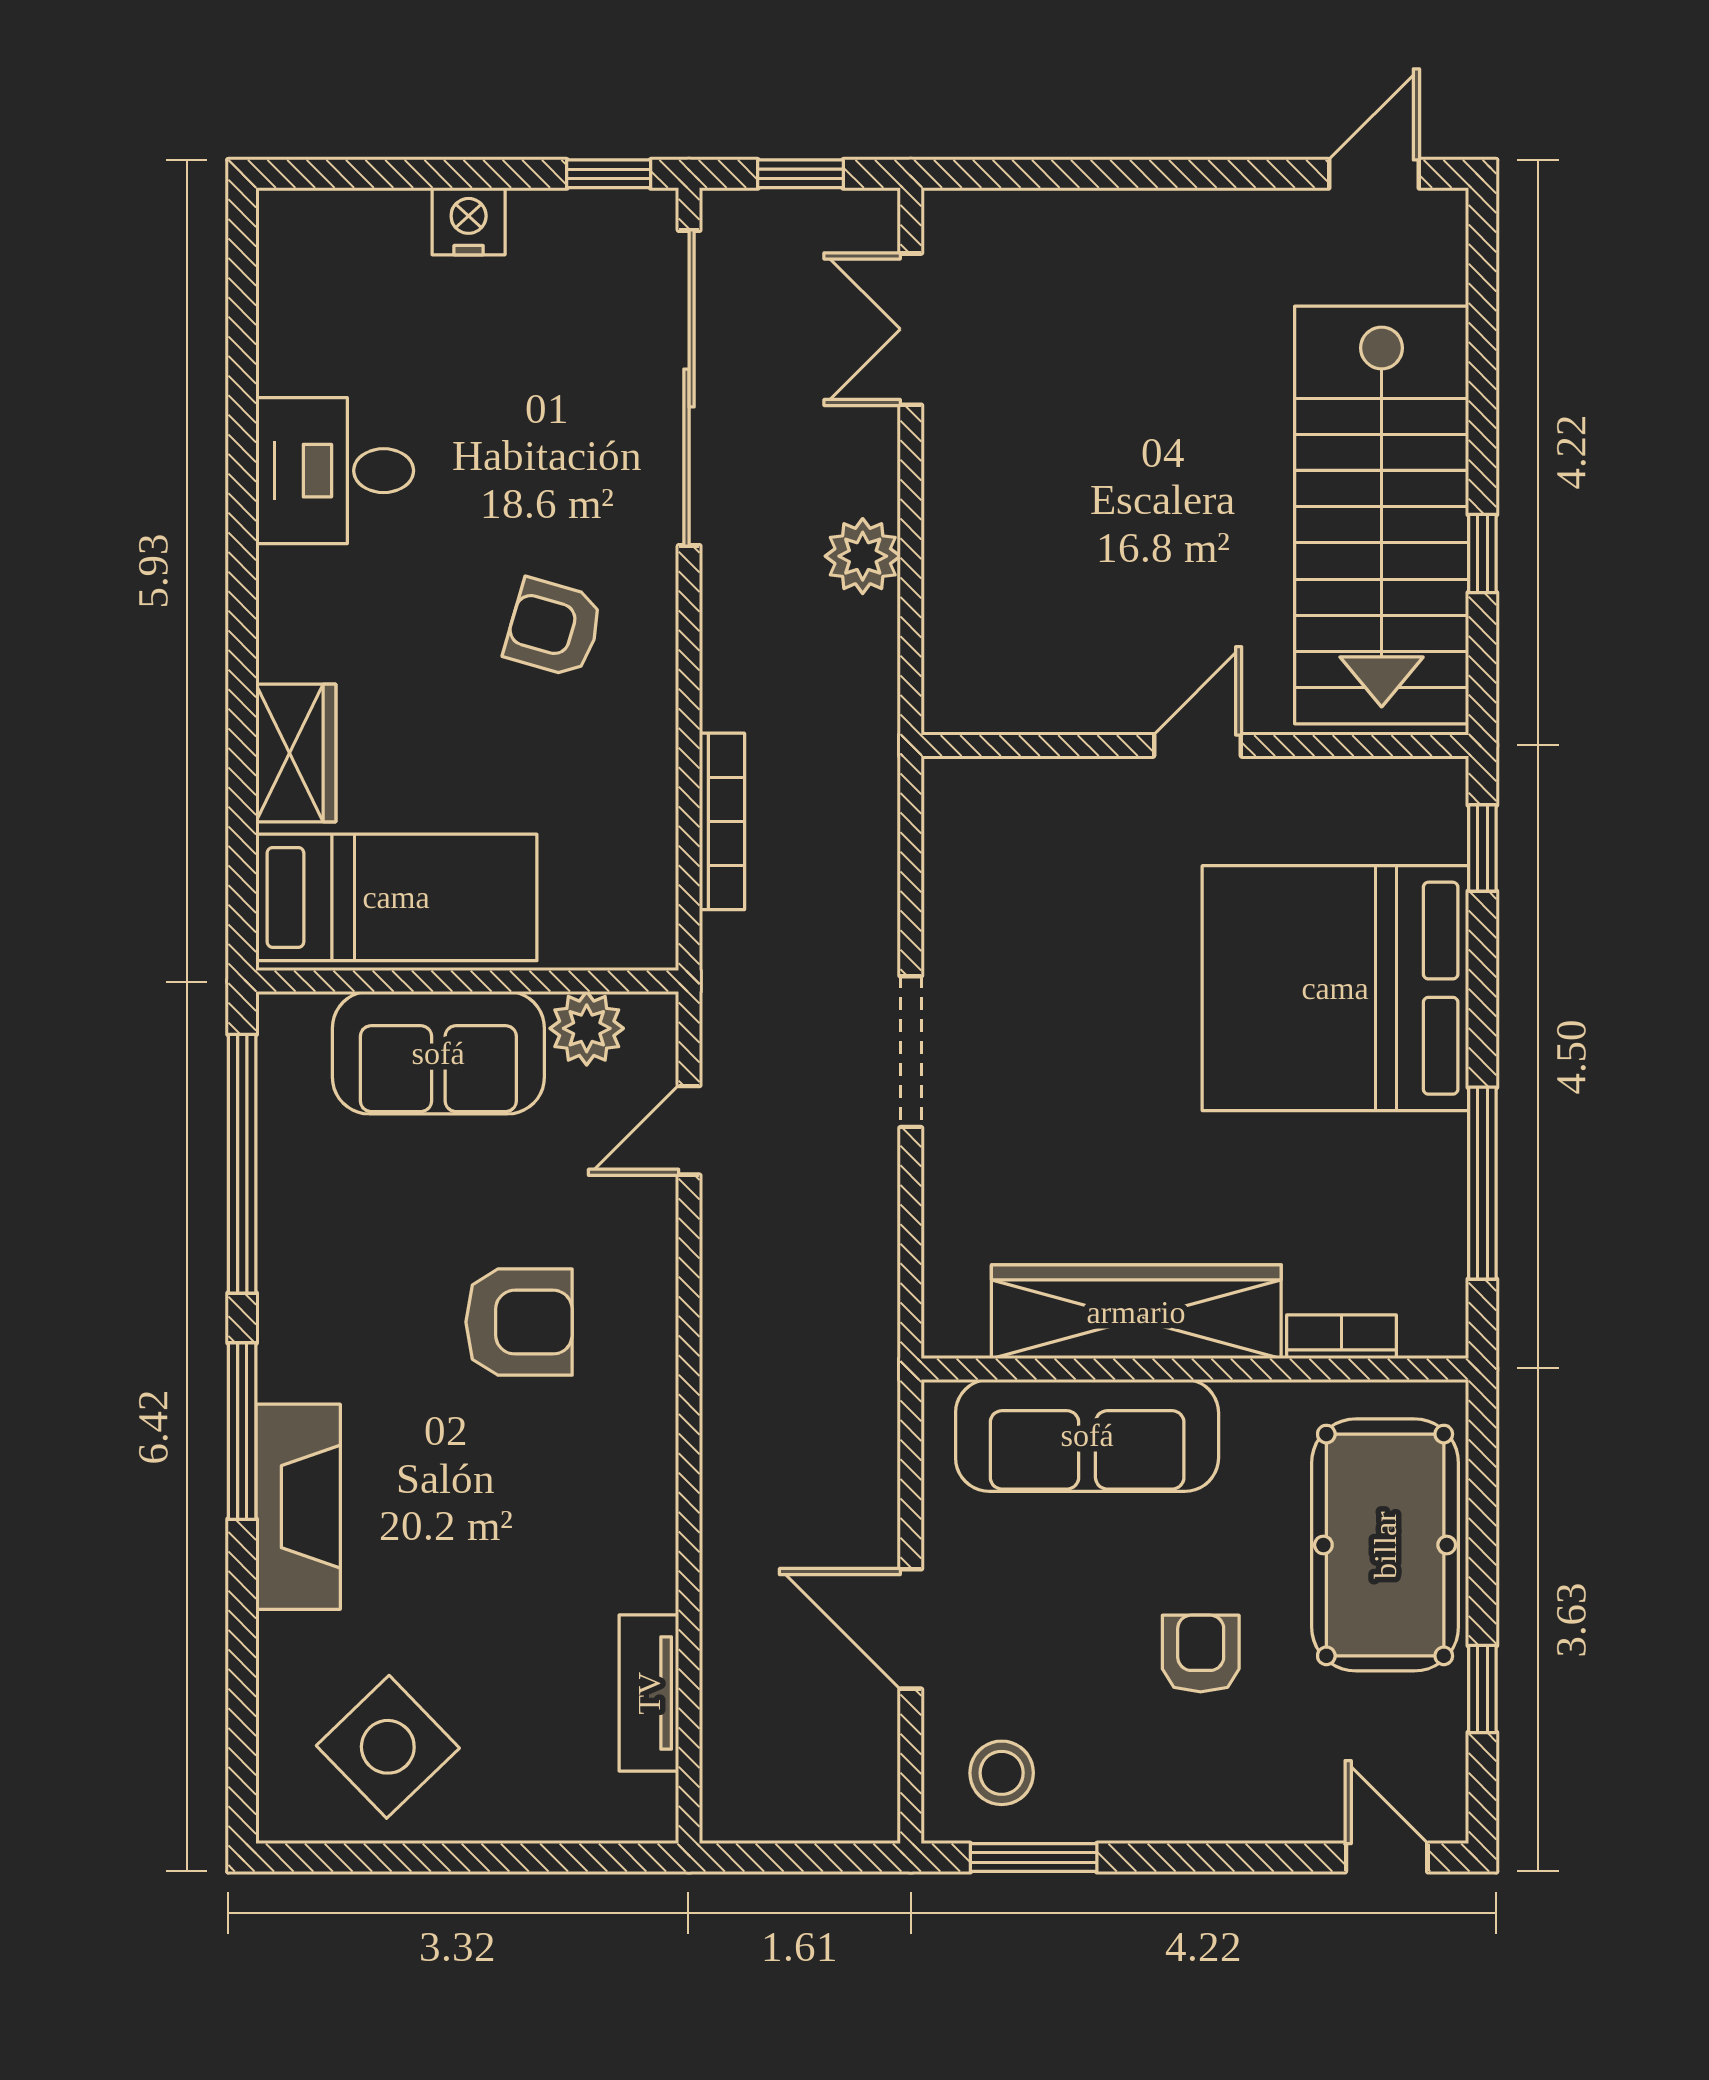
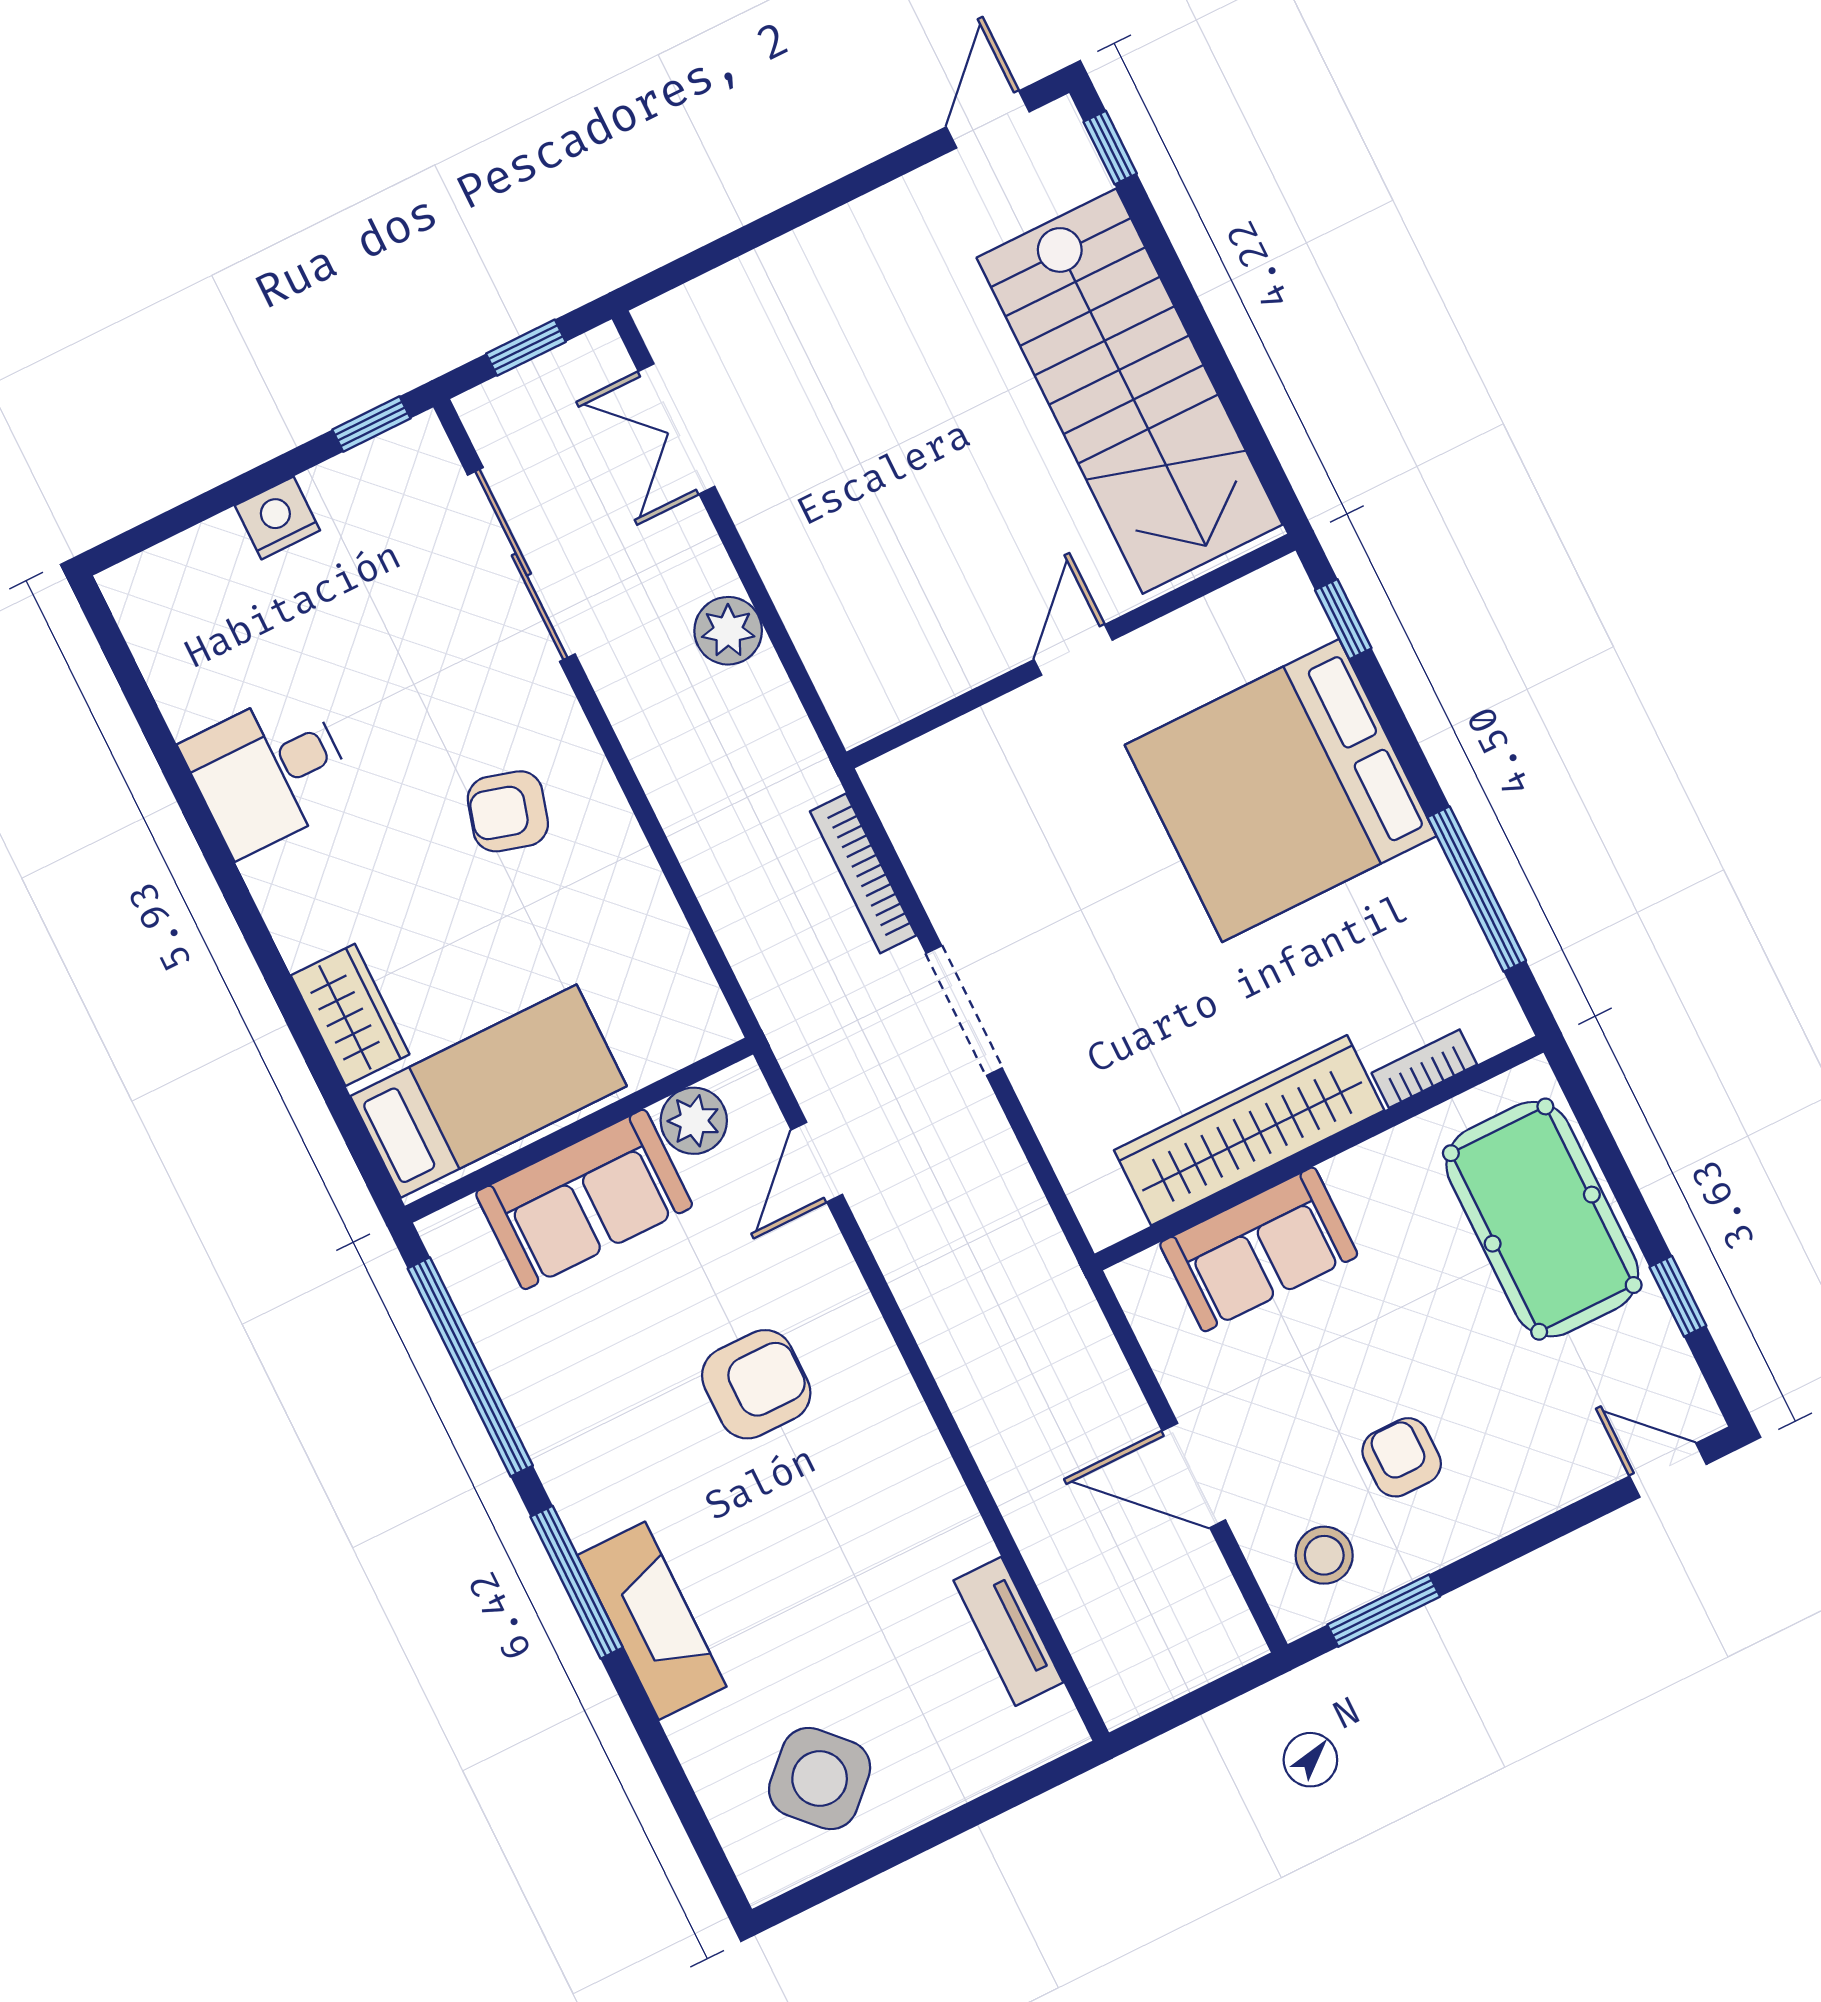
sliding door: (689, 388) -> (521, 564), width x0.73
window: (1482, 554) -> (1110, 148), moved
bookcase: (722, 821) -> (863, 873), moved, turned 180
sofa: (1087, 1435) -> (1259, 1249), width x0.73
armchair: (1201, 1654) -> (1402, 1457), moved

